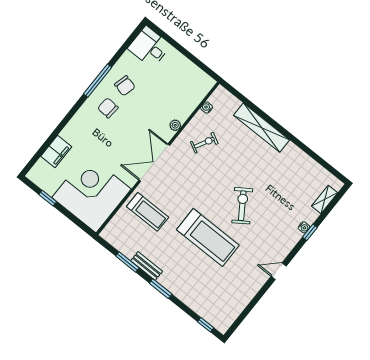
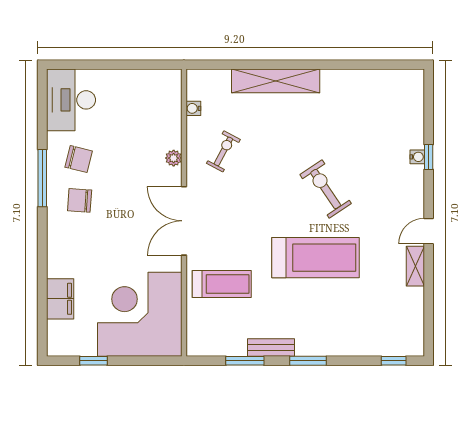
desk: (149, 47) -> (71, 100), width x1.37
shelving: (325, 199) -> (415, 266), moved

